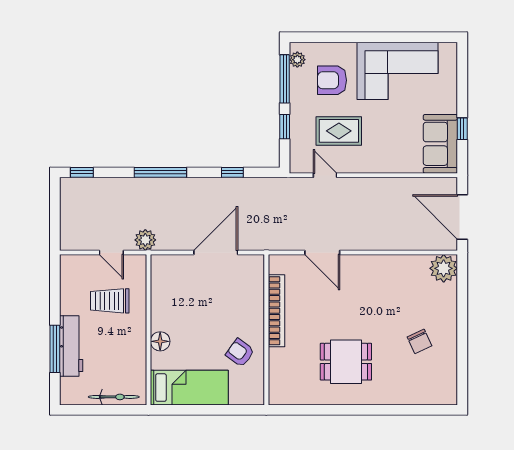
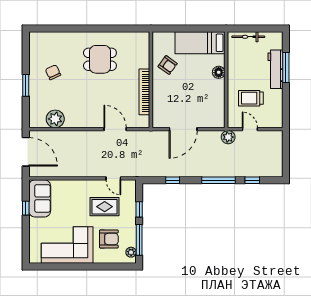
window: (82, 172) -> (252, 180), moved
plant: (444, 268) -> (55, 119), moved
trolley: (110, 301) -> (251, 98), turned 180
window: (462, 321) -> (26, 85), added

